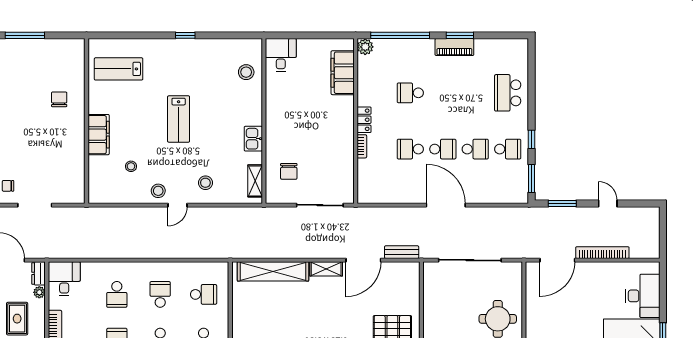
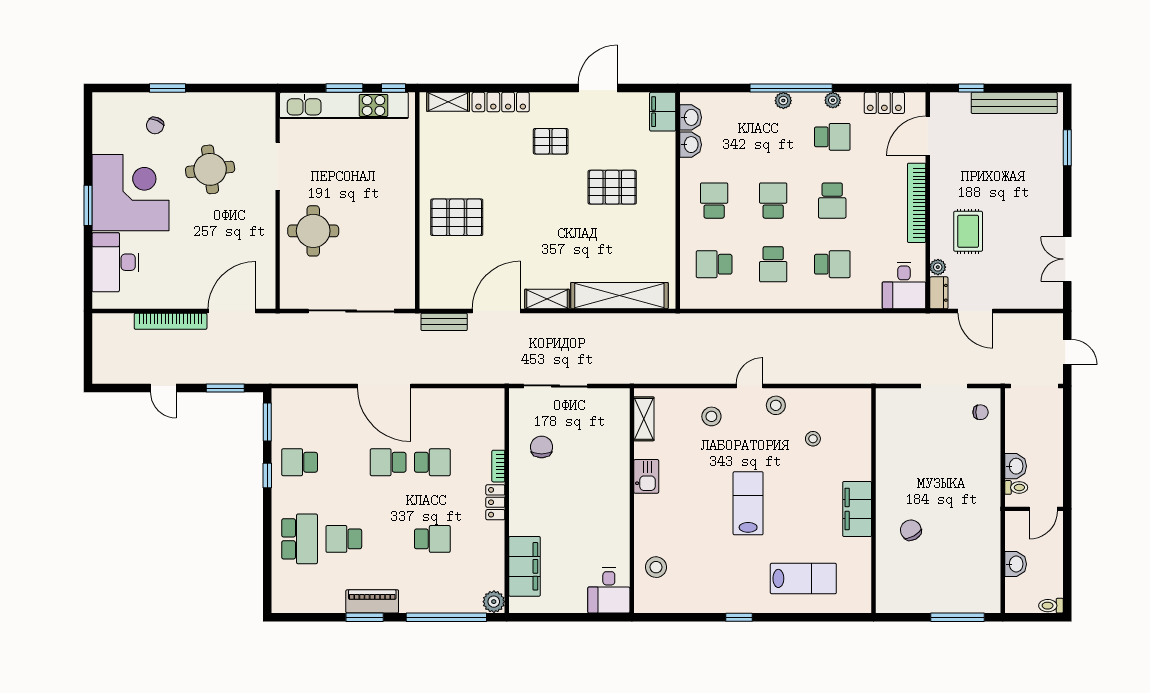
lab bench: (119, 69) -> (803, 578), moved
chair: (59, 99) -> (911, 530), turned 151
filing cabinet: (99, 135) -> (857, 509), moved
school desk: (475, 149) -> (344, 539), moved
chair: (289, 171) -> (542, 447), moved
school desk: (117, 294) -> (832, 264), turned 90

